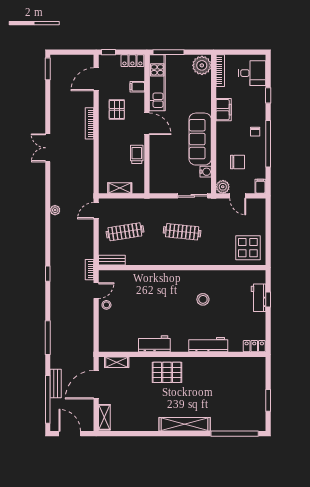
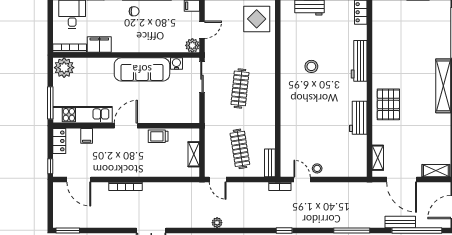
pallet: (117, 109) -> (111, 157), removed
filing cabinet: (224, 110) -> (99, 45), moved
chair: (237, 162) -> (166, 30), removed

